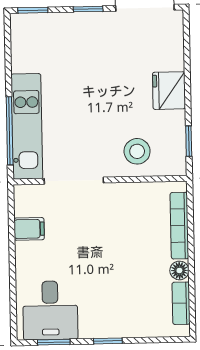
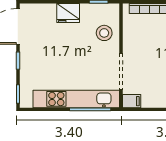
kitchen unit: (27, 126) -> (76, 99), width x1.36
filing cabinet: (29, 229) -> (132, 101), moved, turned 90

